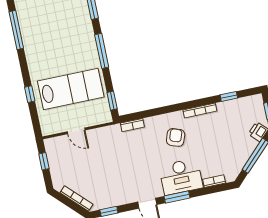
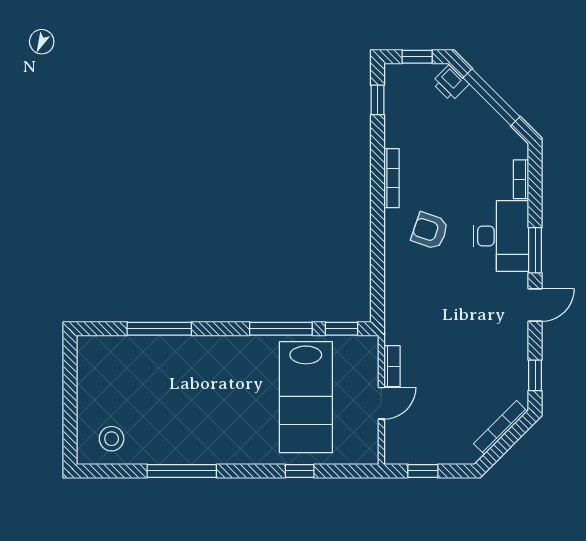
window: (102, 51) -> (281, 329), moved
lab bench: (71, 89) -> (306, 397), turned 180
window: (229, 96) -> (378, 100), moved
bookcase: (132, 125) -> (392, 366), moved

